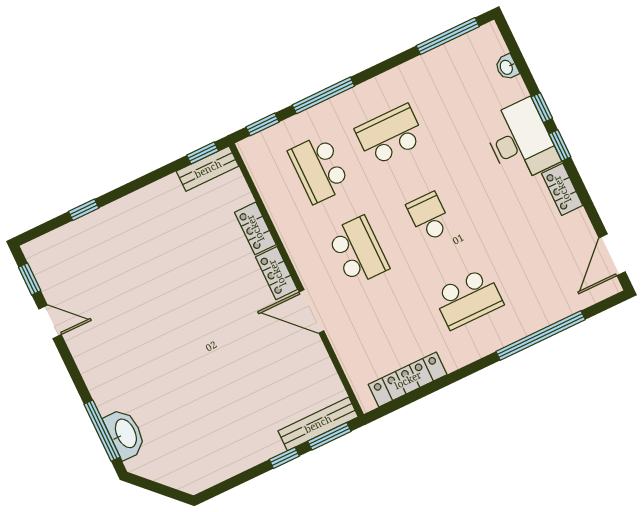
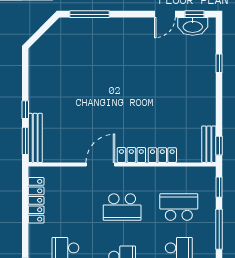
washbasin: (125, 434) -> (193, 26), moved

